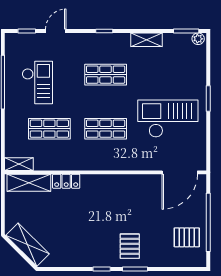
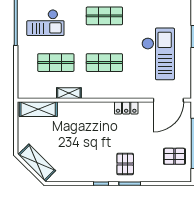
checkout: (37, 83) -> (45, 23), turned 90
checkout: (168, 119) -> (158, 54), turned 90
shelving: (19, 164) -> (69, 93), moved
locker: (66, 181) -> (126, 108), moved

